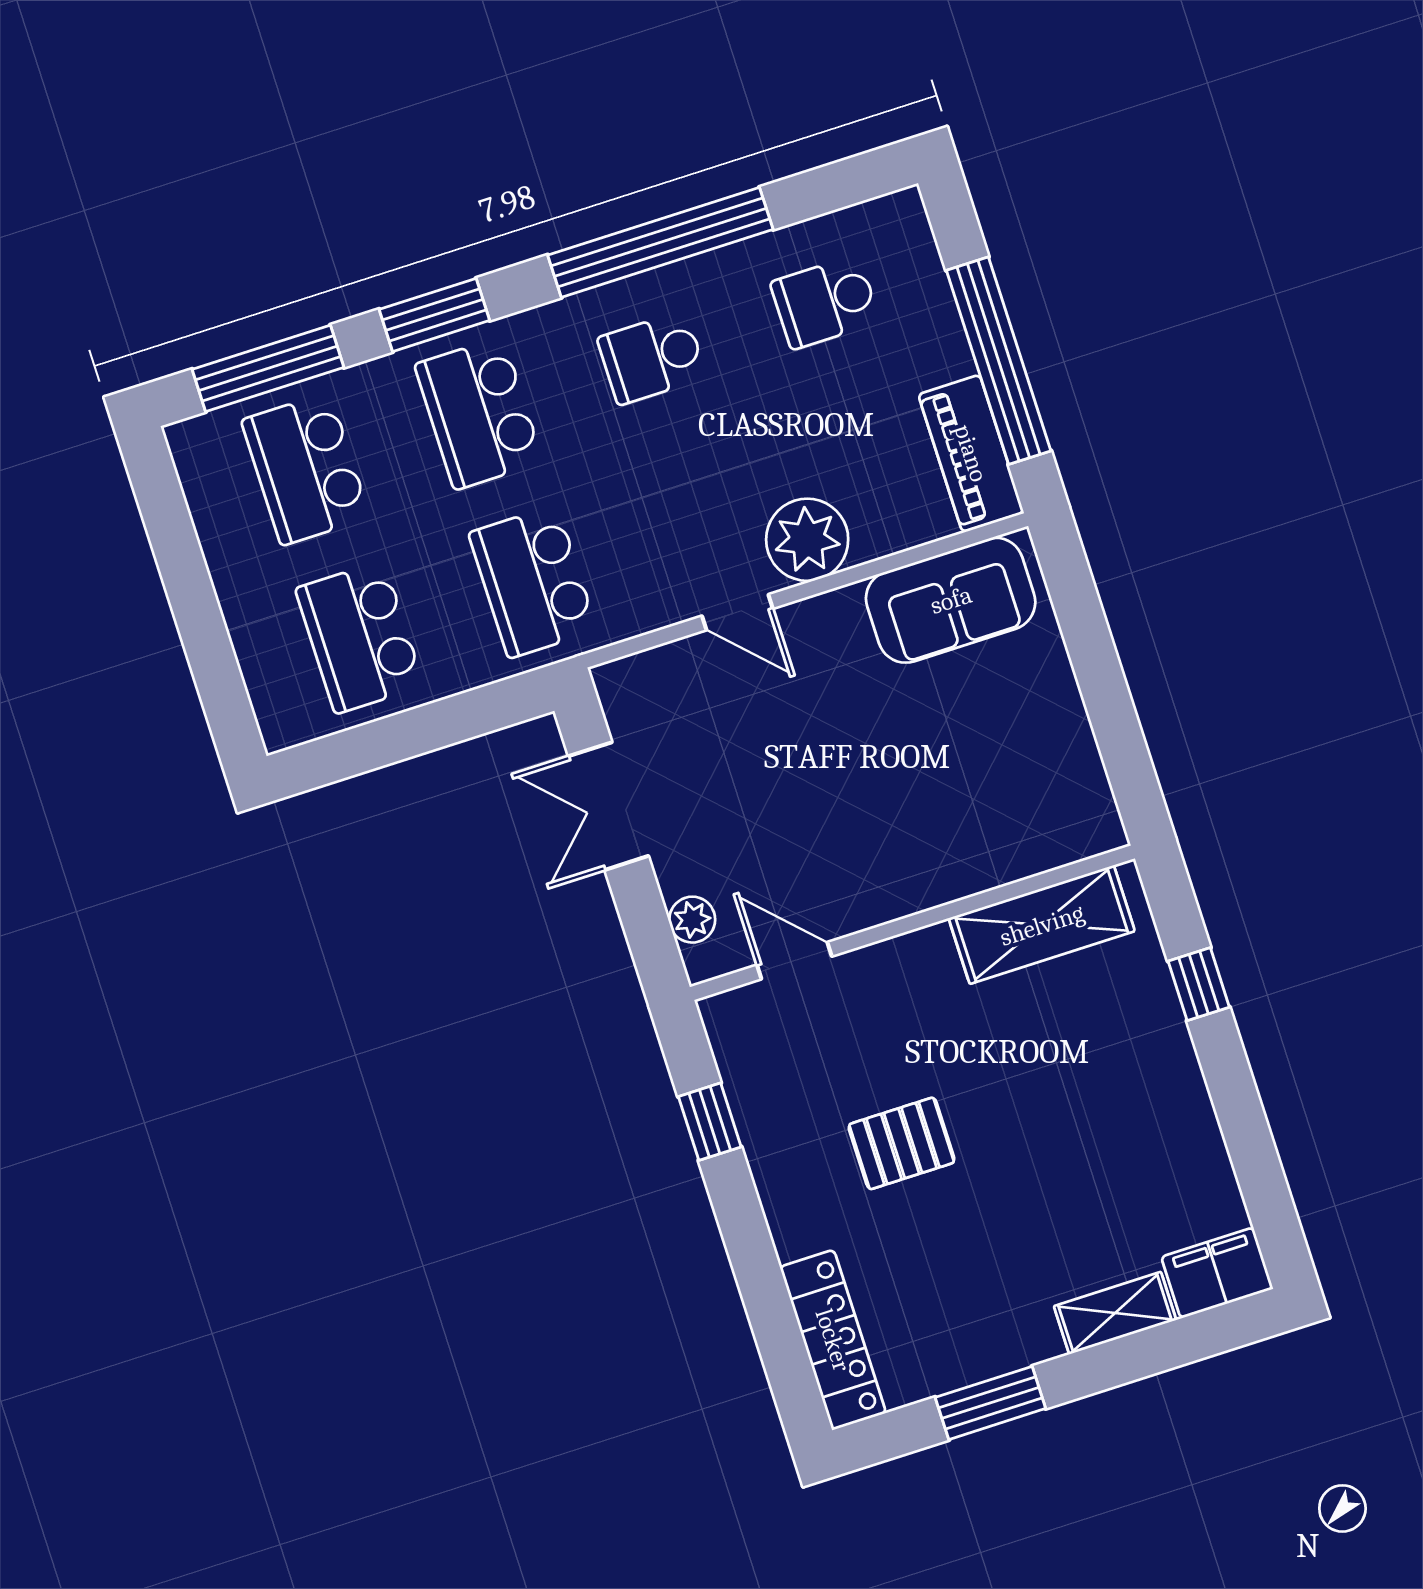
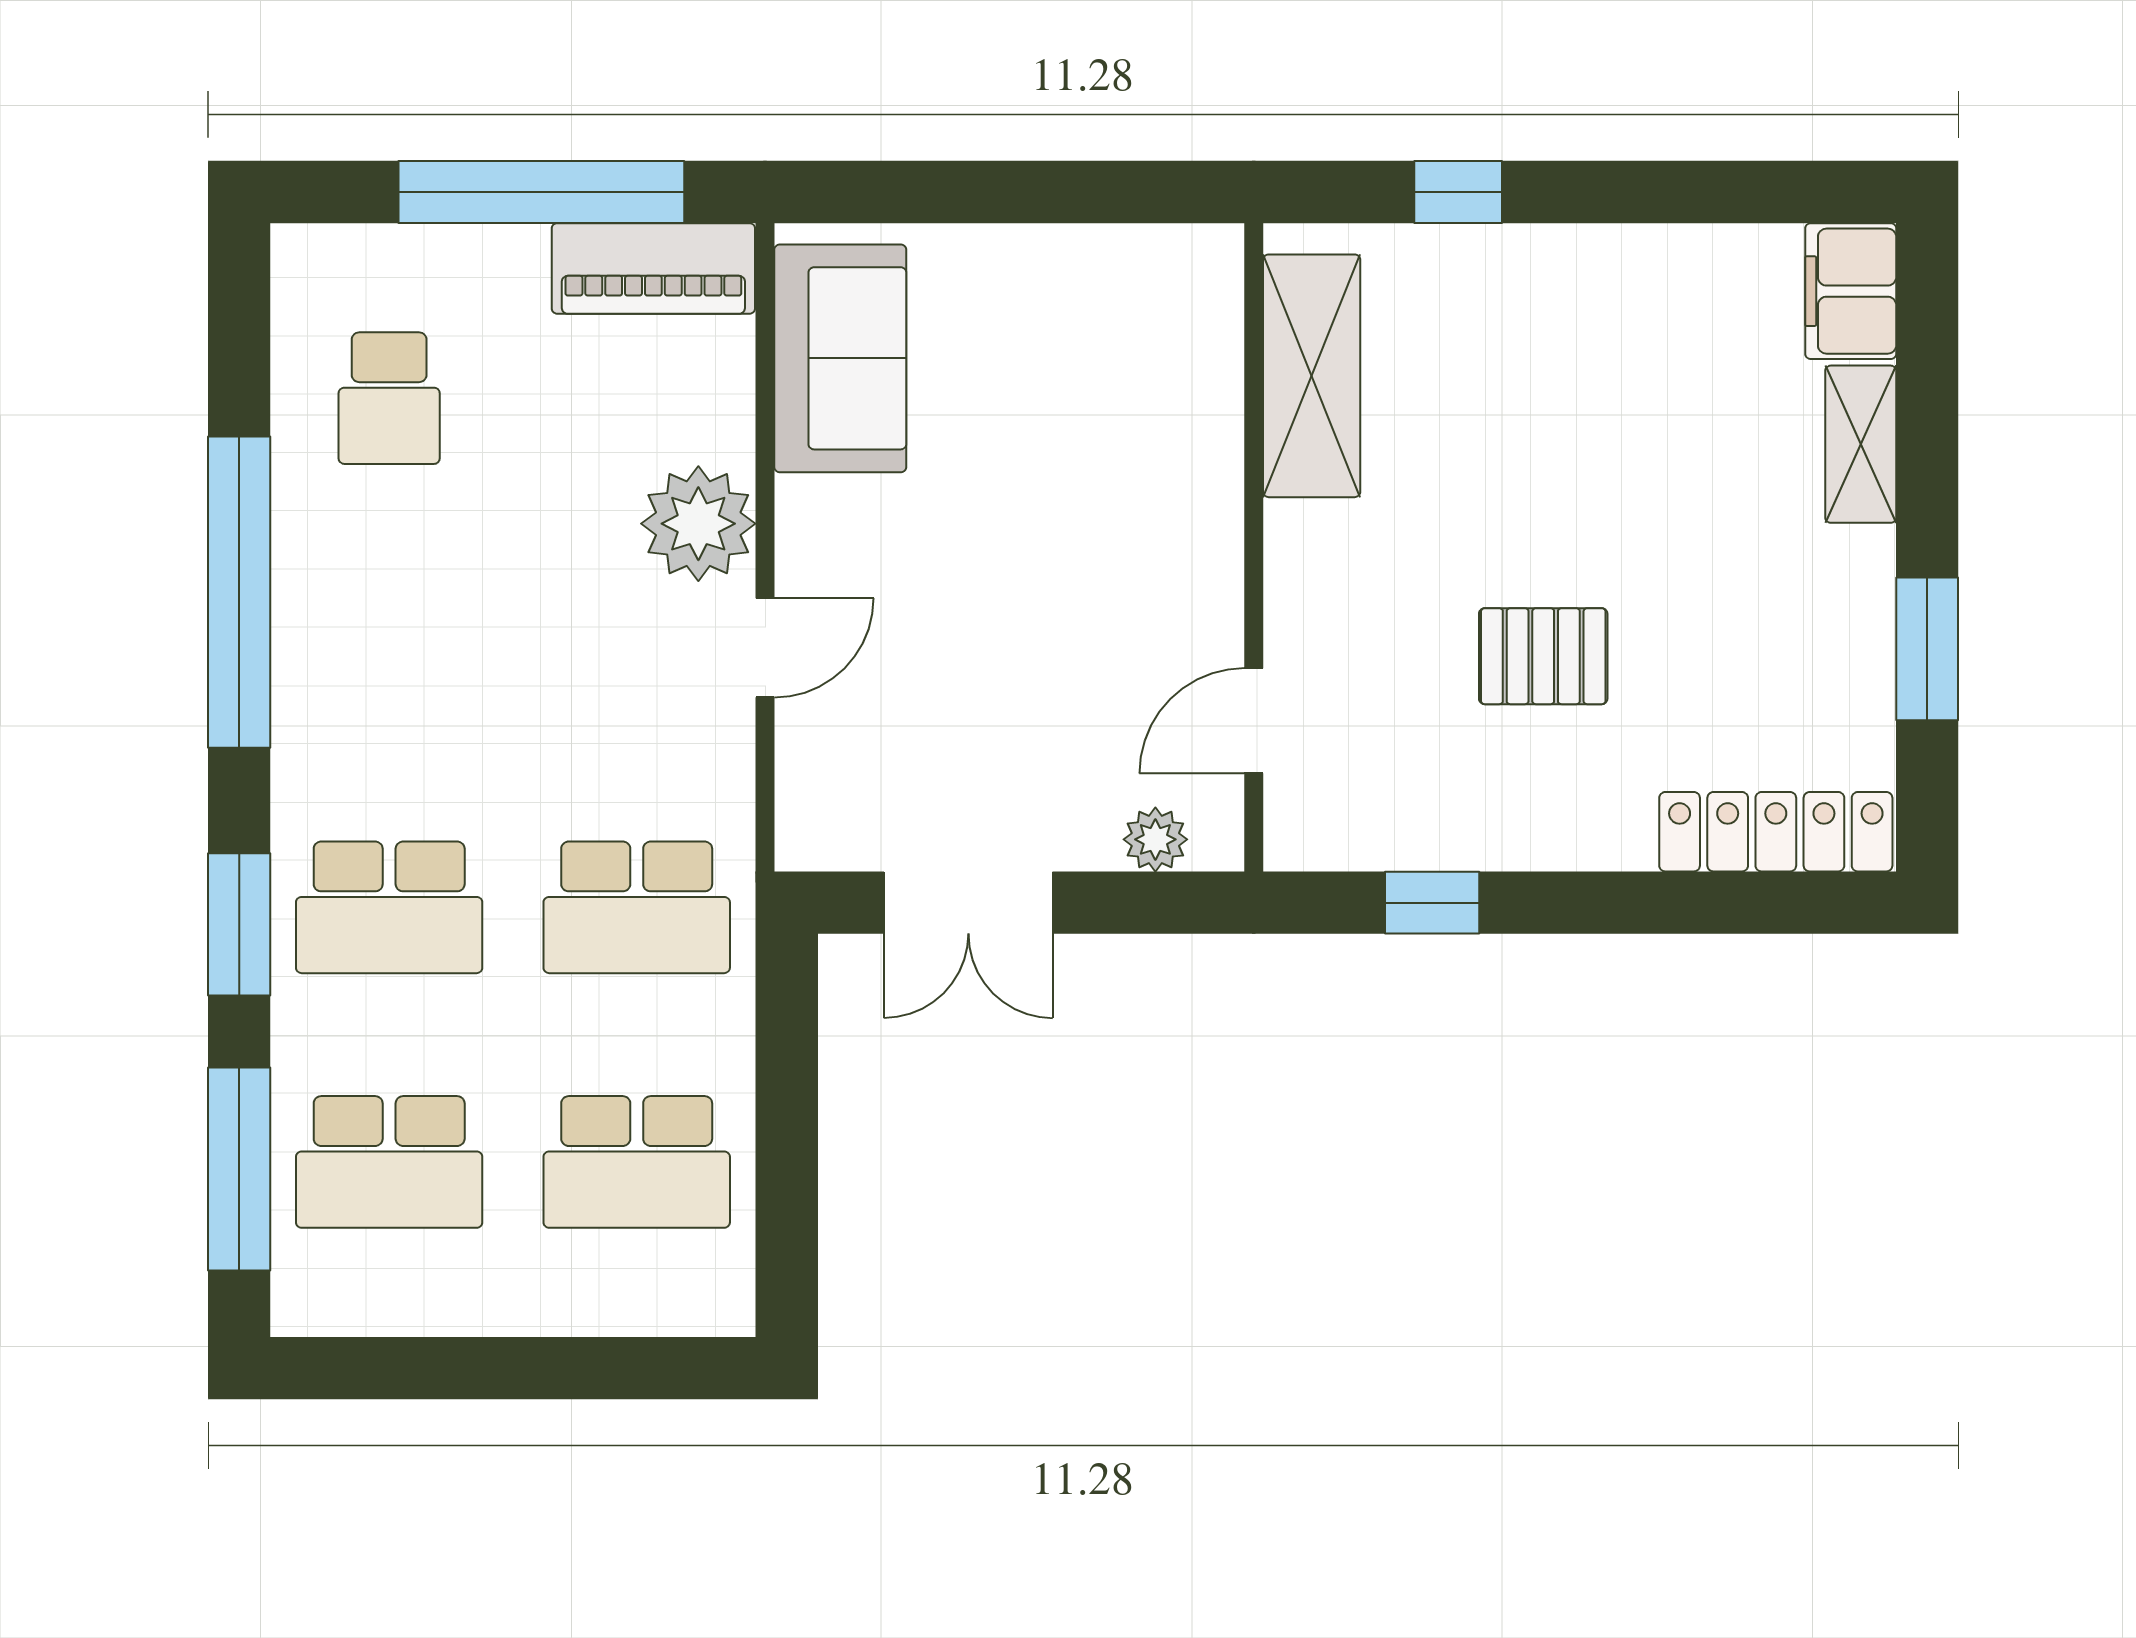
school desk: (652, 358) -> (389, 653), removed
pallet: (902, 1143) -> (1543, 656), turned 90

